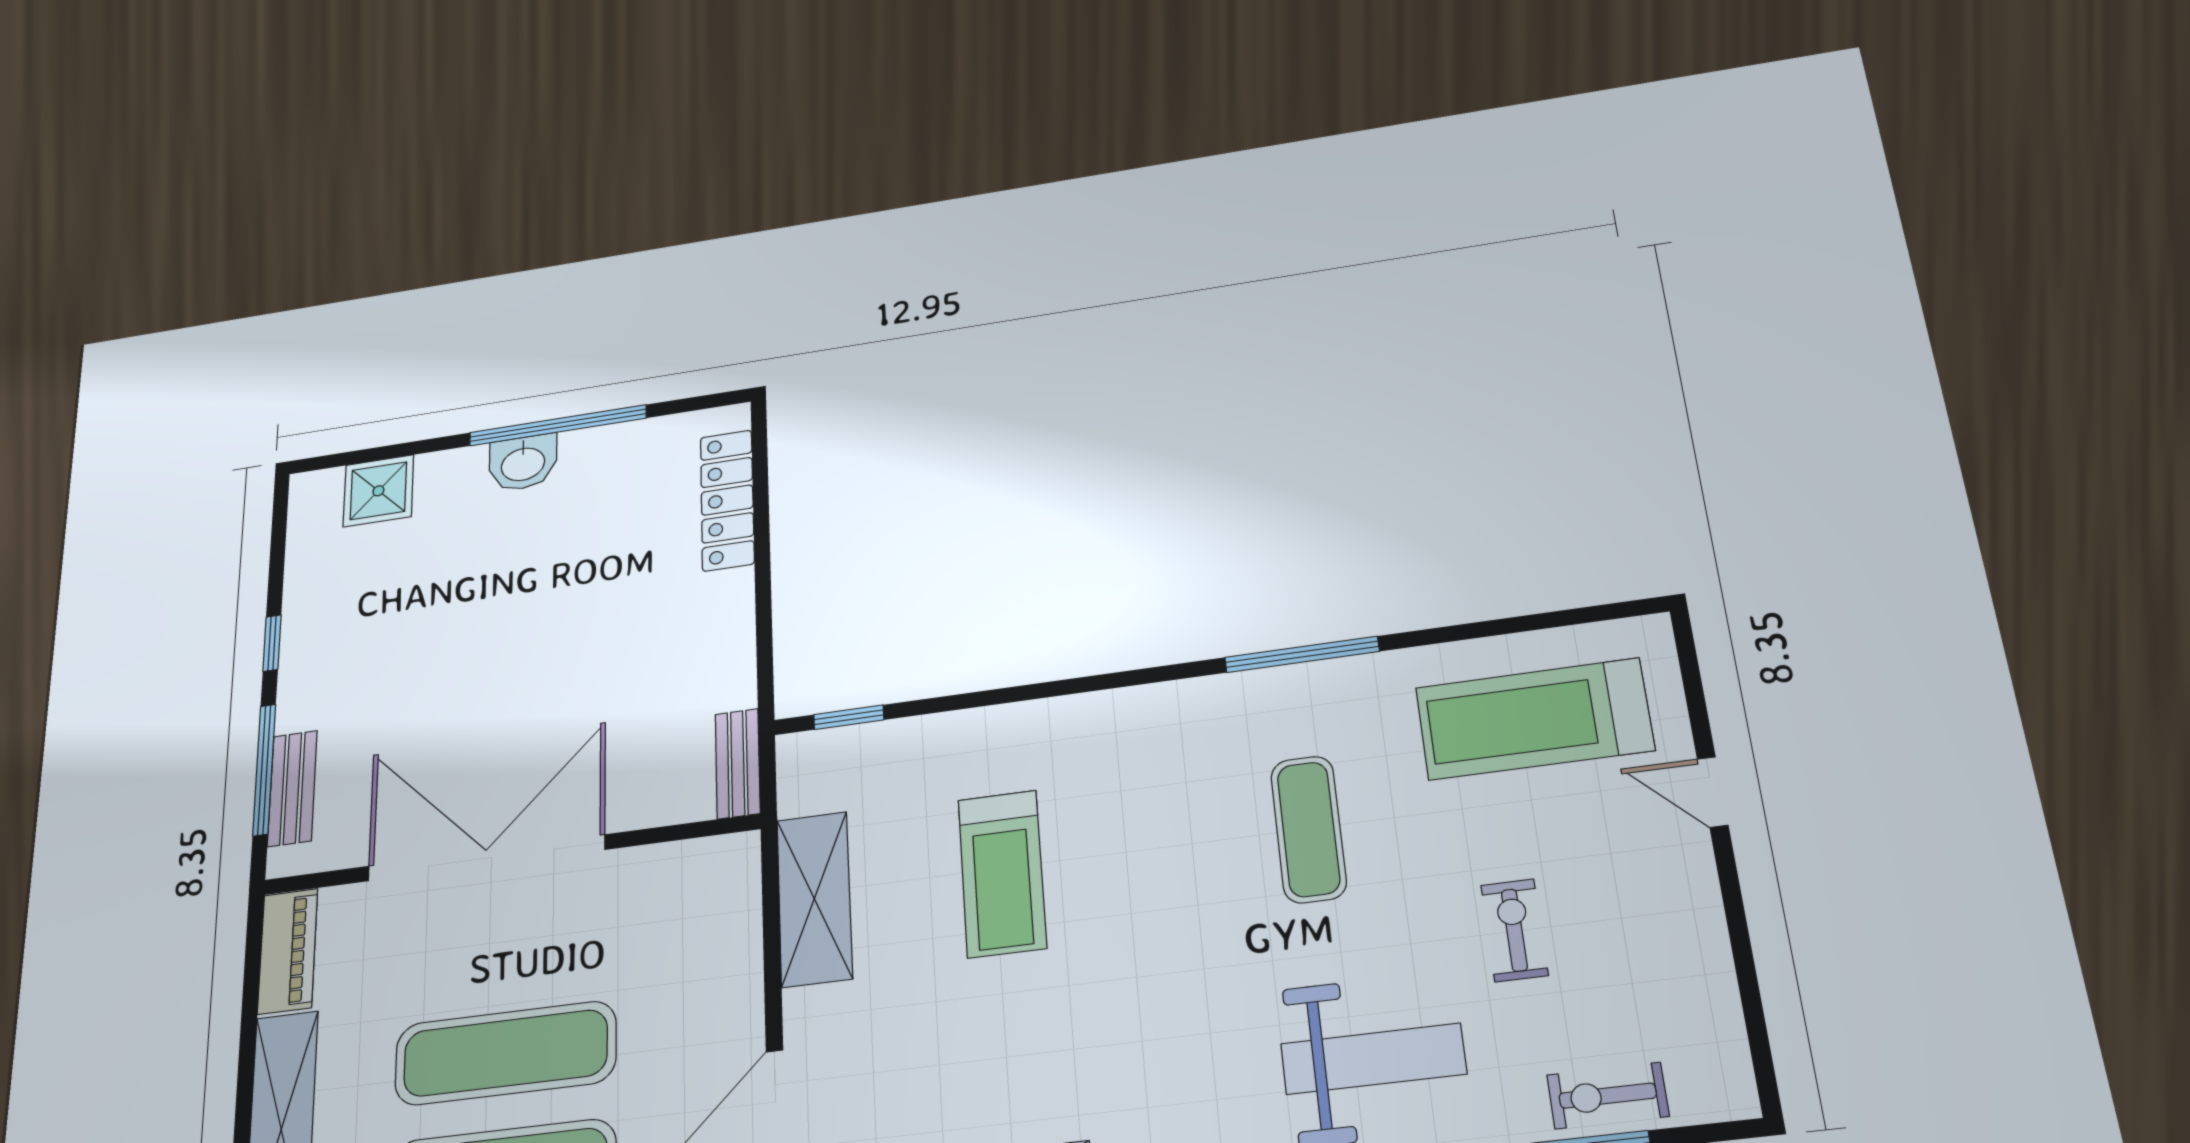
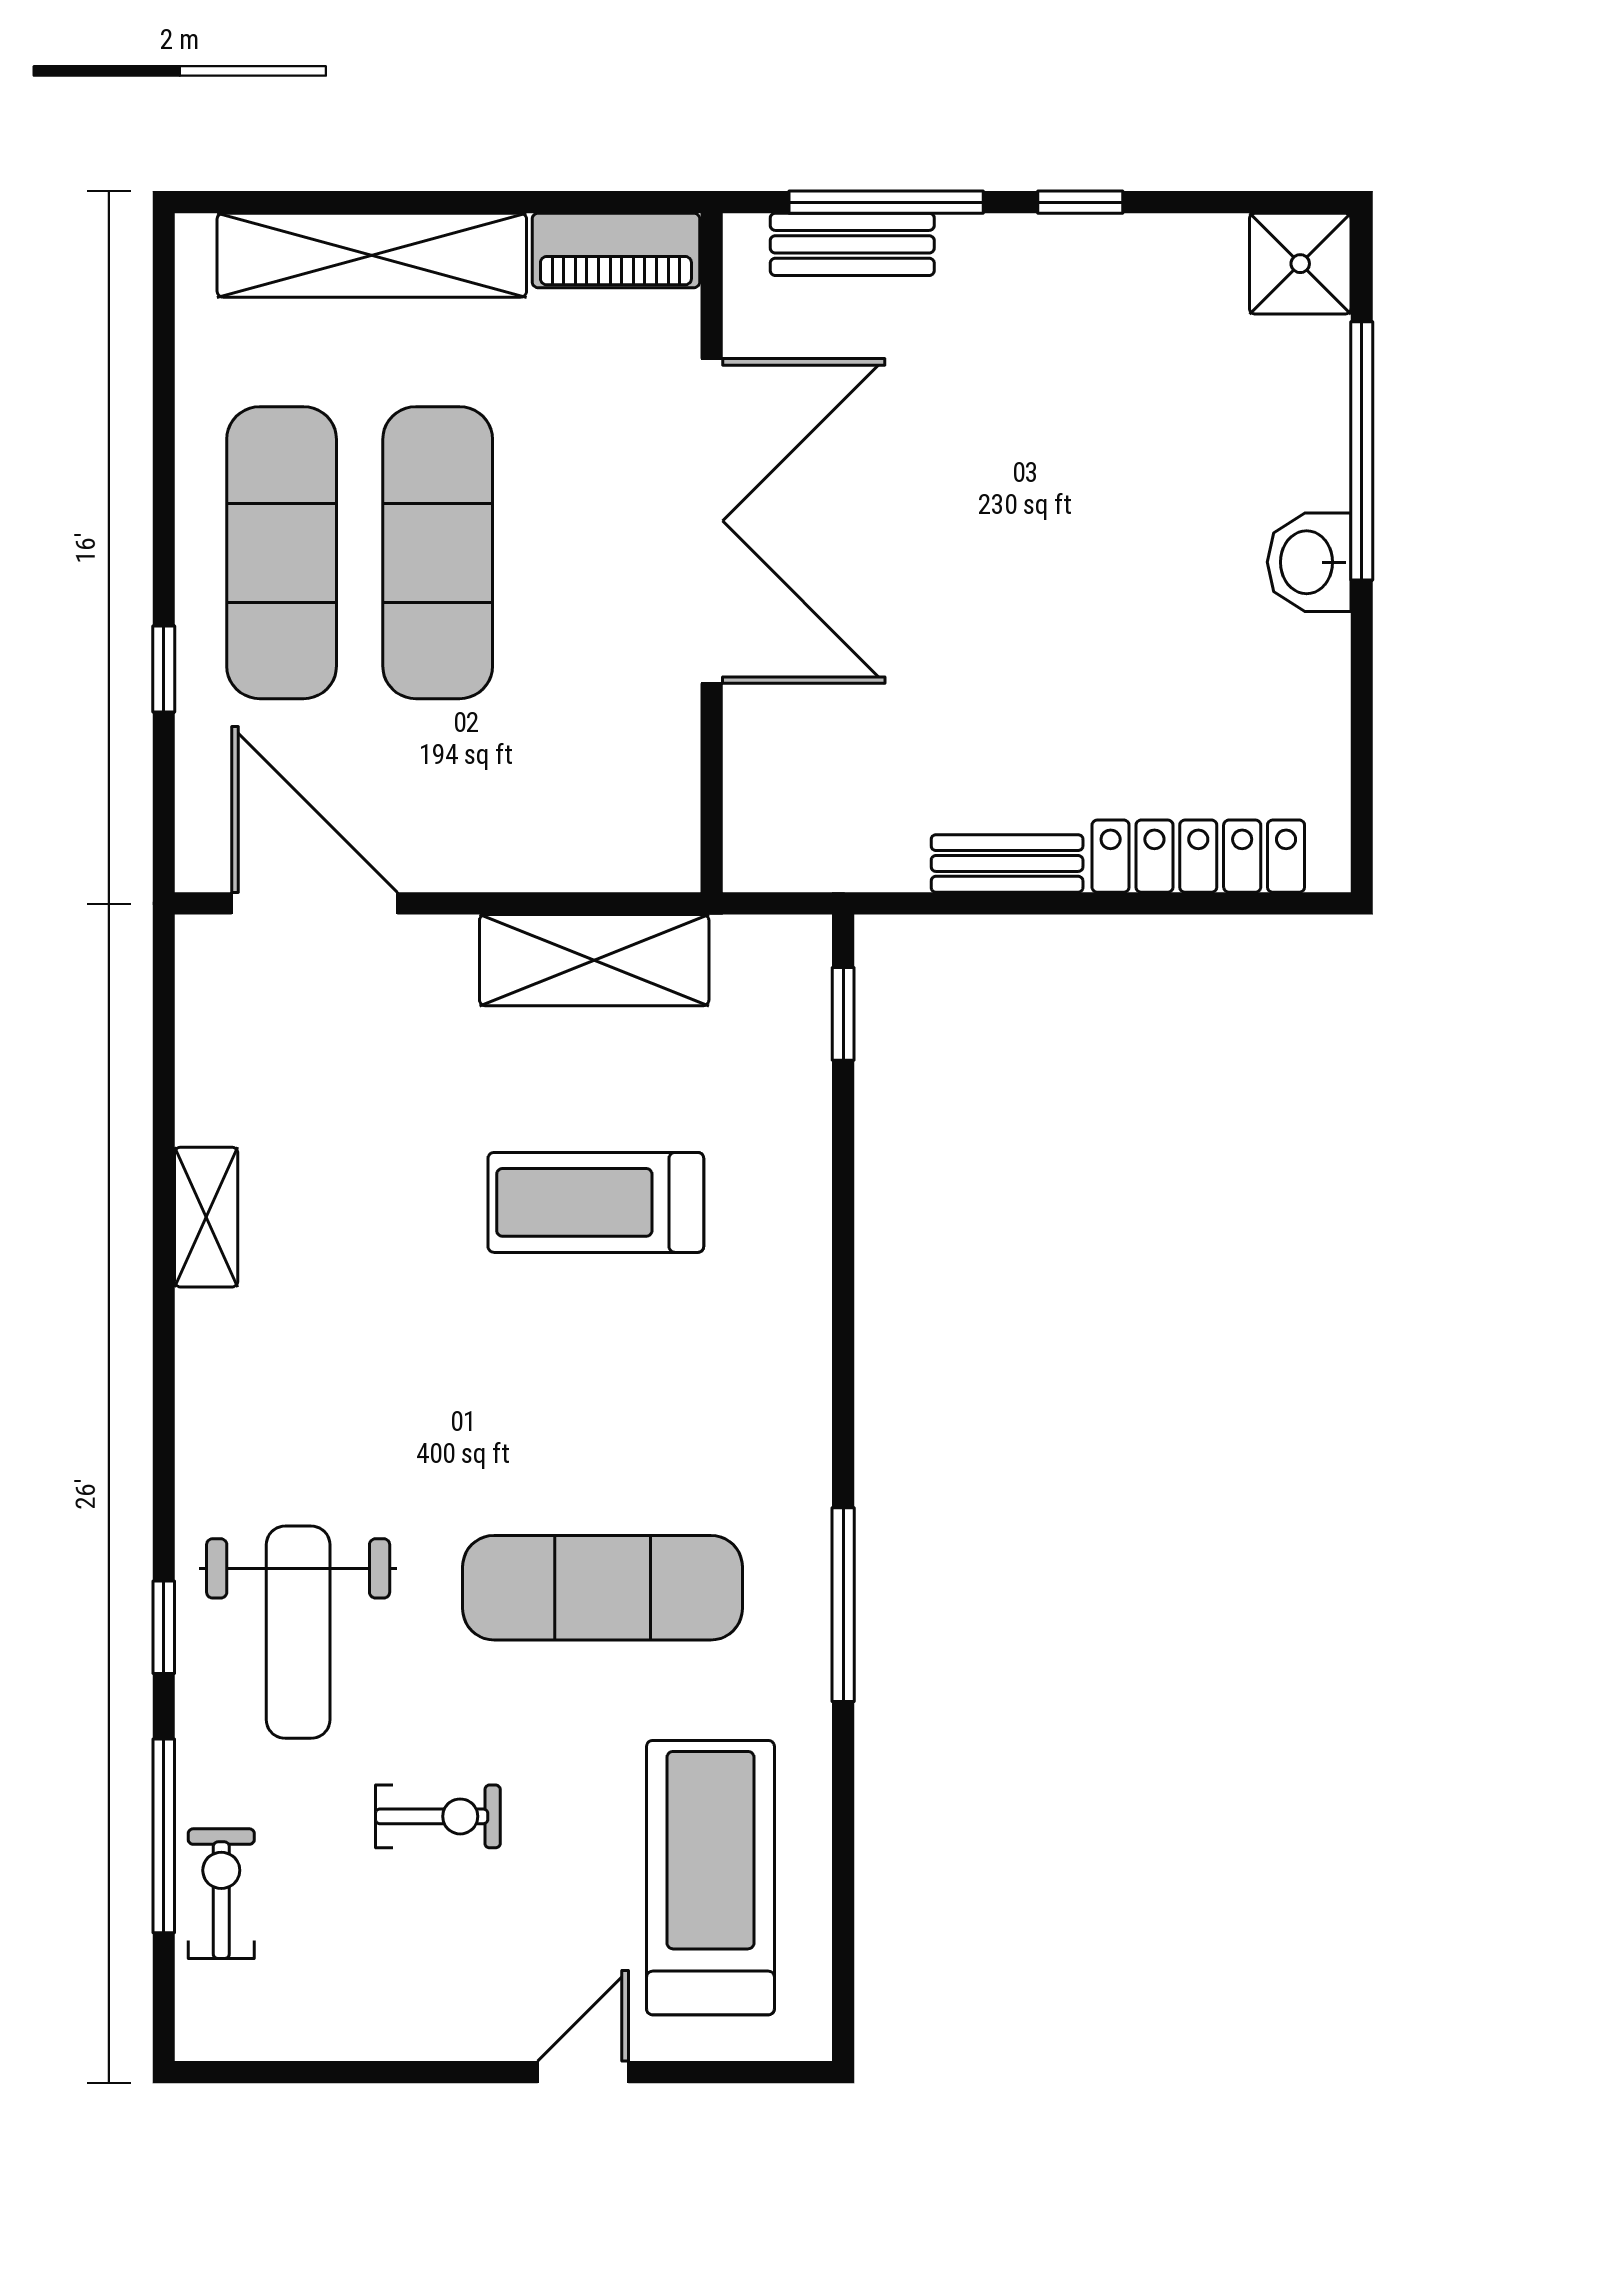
window: (558, 425) -> (1362, 451), moved
shower: (378, 491) -> (1300, 264), moved
bench: (738, 764) -> (1007, 863), moved
exercise mat: (1309, 829) -> (602, 1588), width x1.36, depth x1.45

